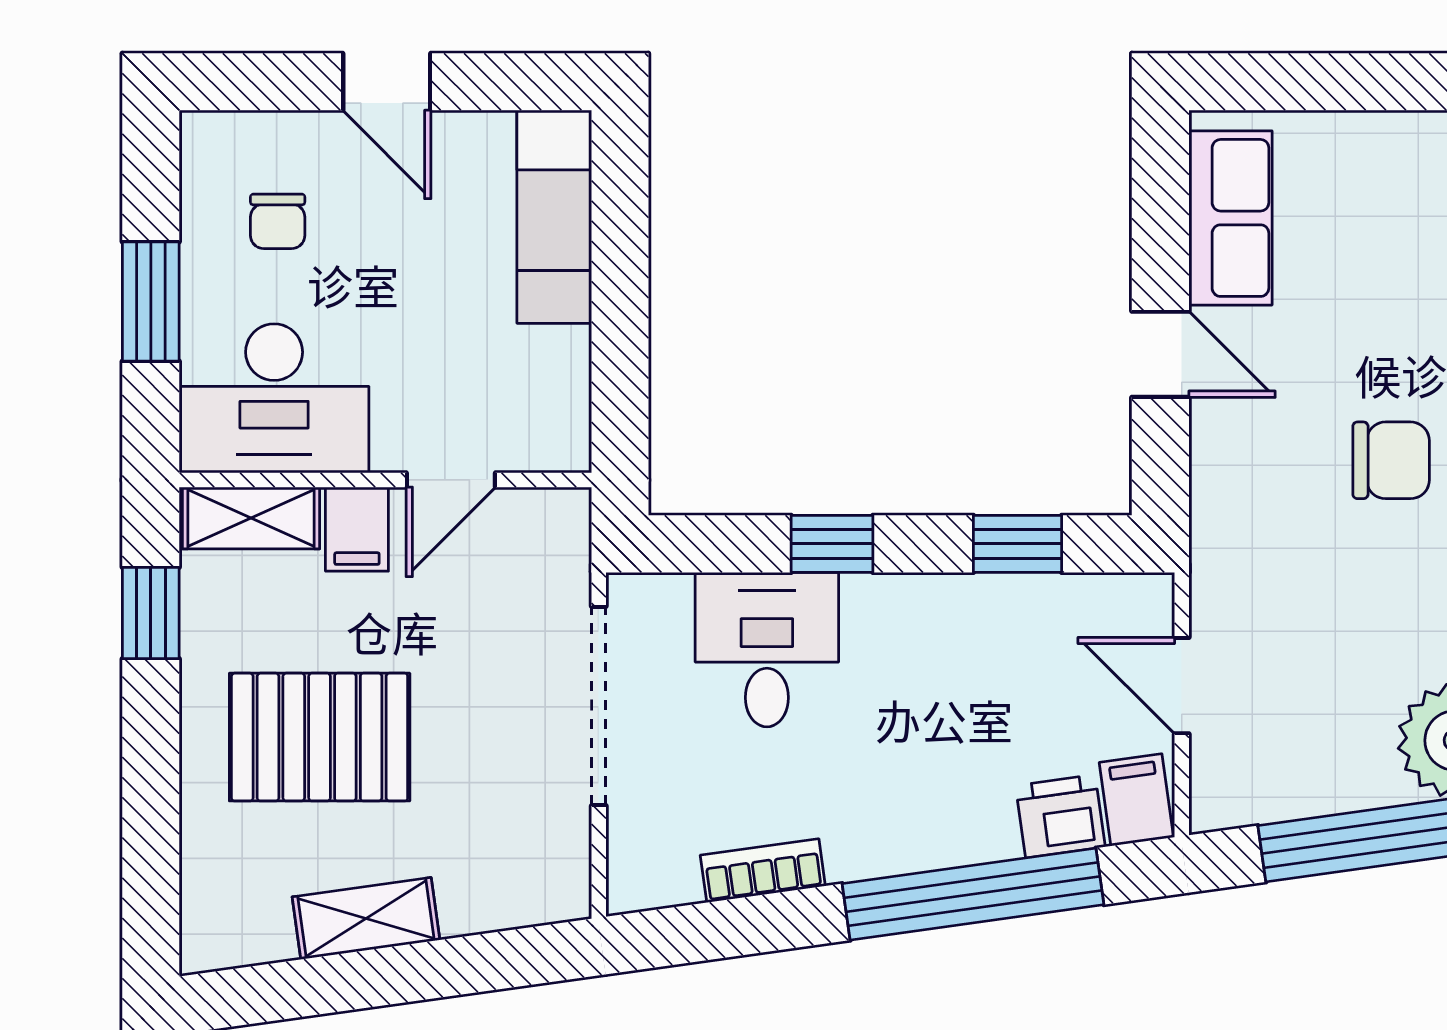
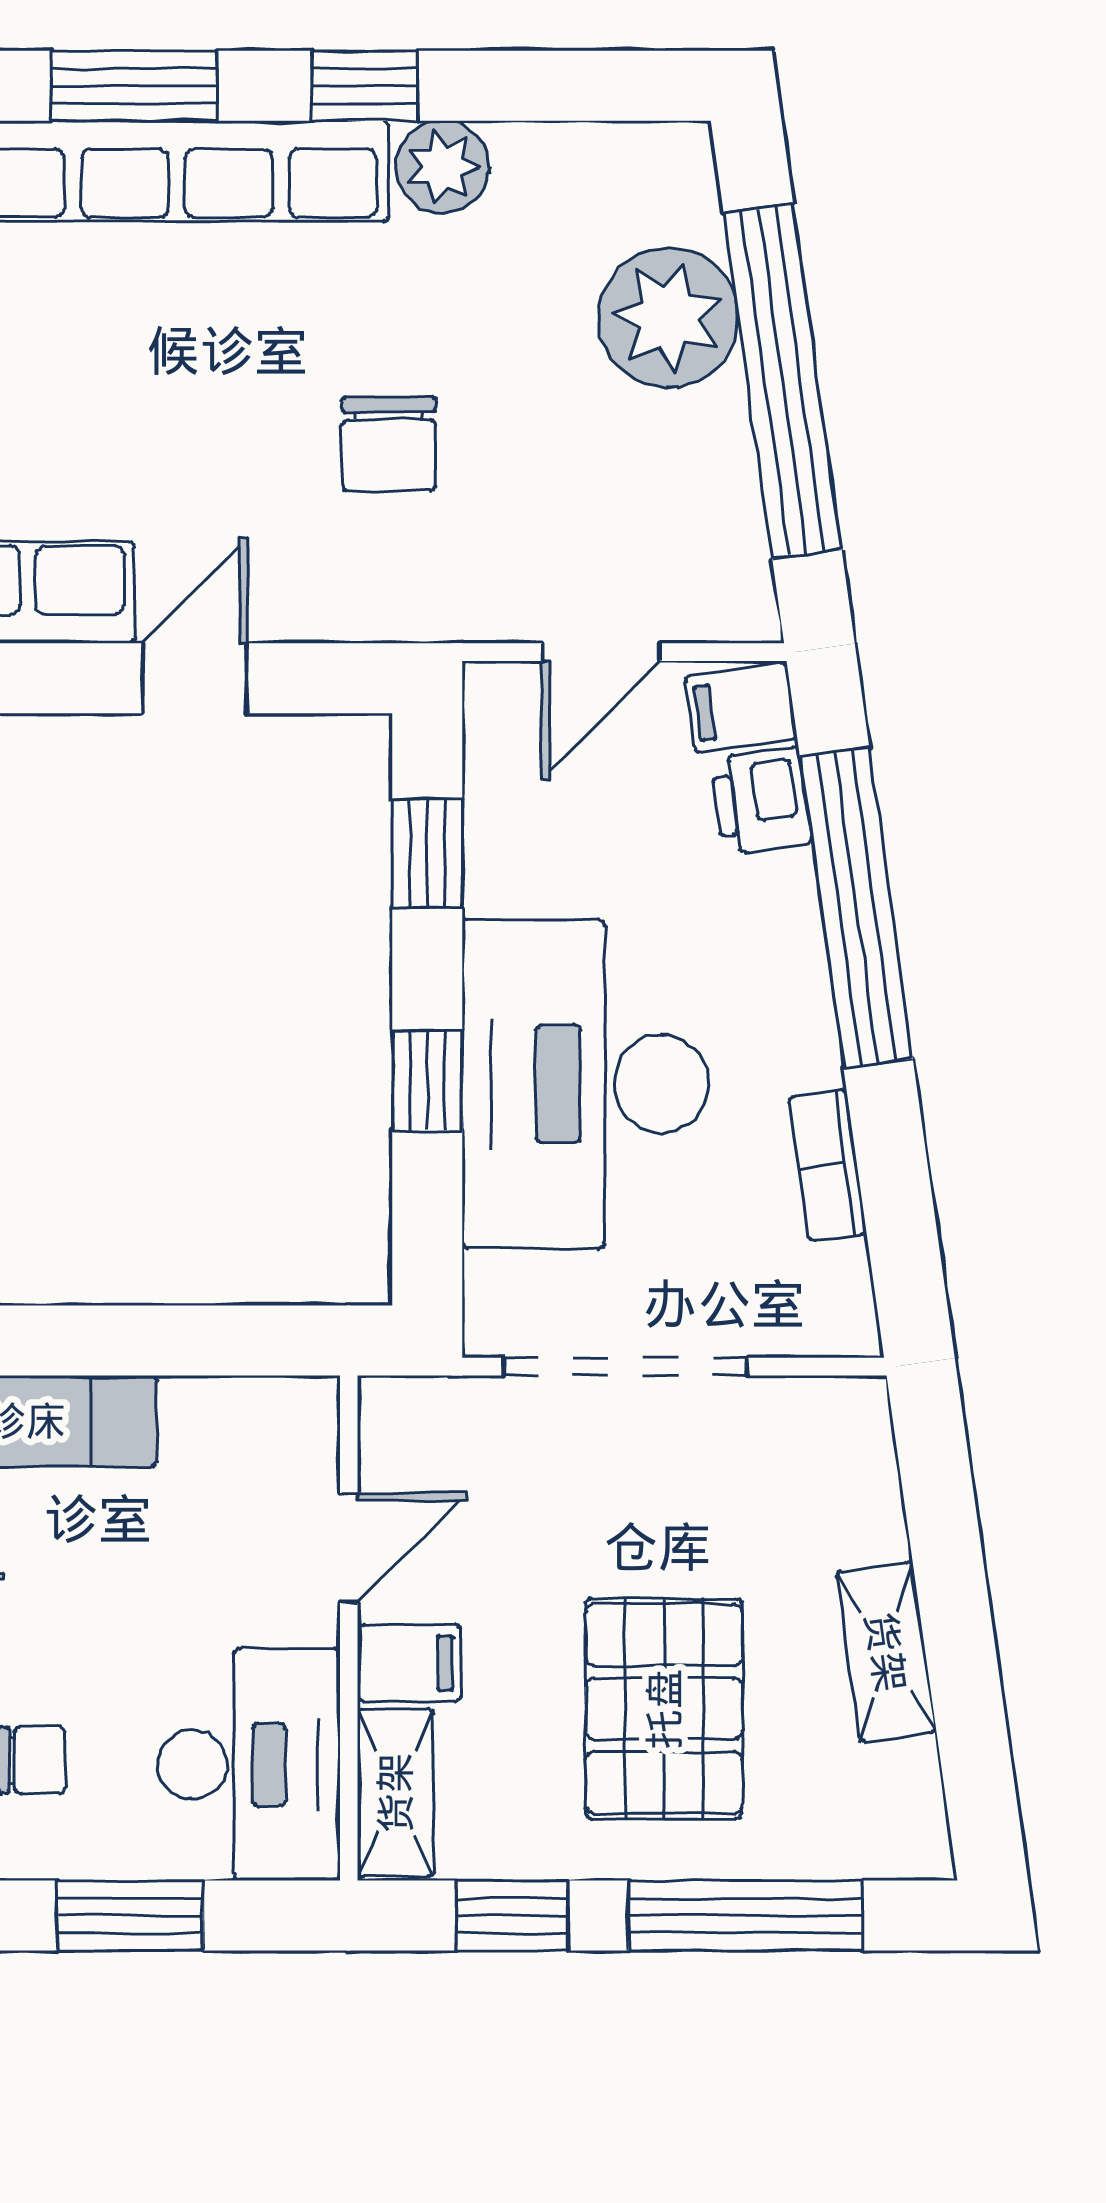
chair: (1391, 460) -> (389, 444), moved, turned 180
door: (451, 480) -> (349, 1548), hinge flipped
desk: (767, 650) -> (585, 1084), width x1.87, depth x1.30
window: (151, 804) -> (745, 1916), added

